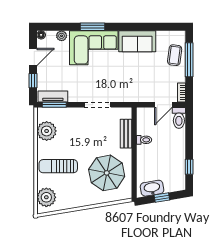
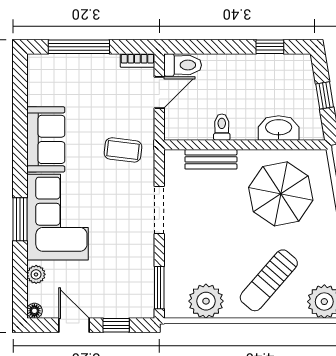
coffee table: (175, 55) -> (123, 150), moved
tv unit: (53, 97) -> (145, 290), removed
door: (163, 105) -> (159, 92), hinge flipped
sun lounger: (58, 166) -> (269, 280), turned 41
washbasin: (152, 188) -> (279, 128), moved, turned 99

